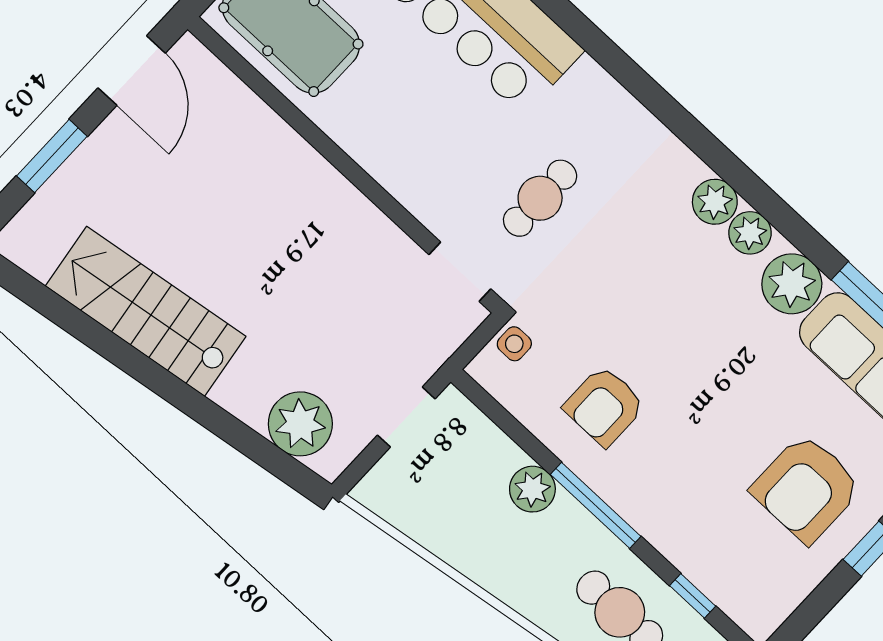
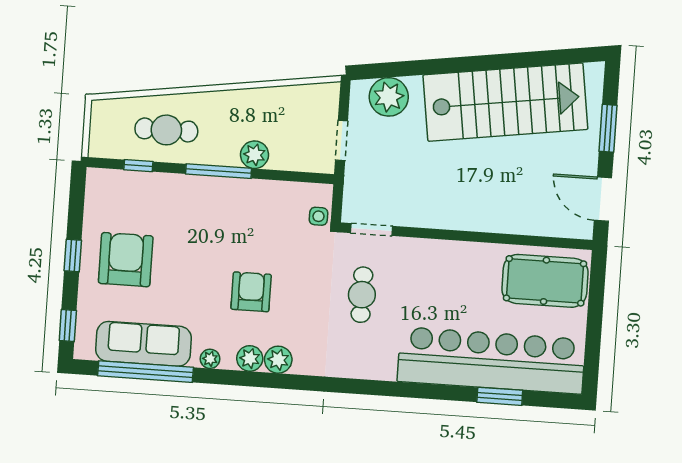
plant: (792, 284) -> (210, 359), width x0.53, depth x0.53
stairs: (146, 311) -> (505, 102), width x1.36, depth x1.51
armchair: (604, 406) -> (251, 292), moved

